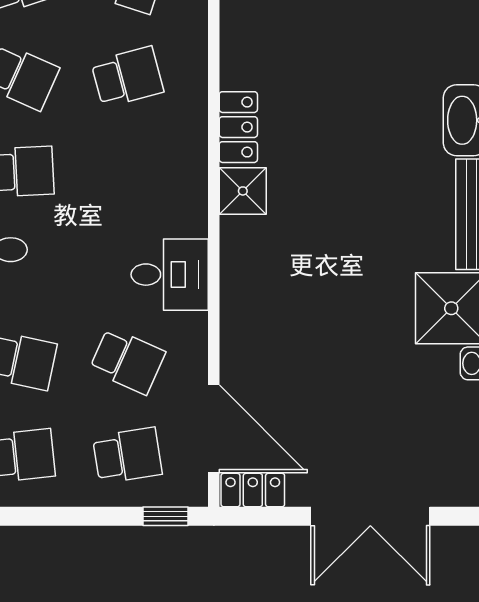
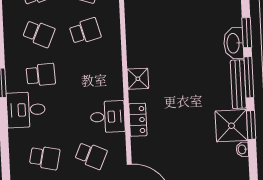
locker: (238, 127) -> (138, 120), moved

